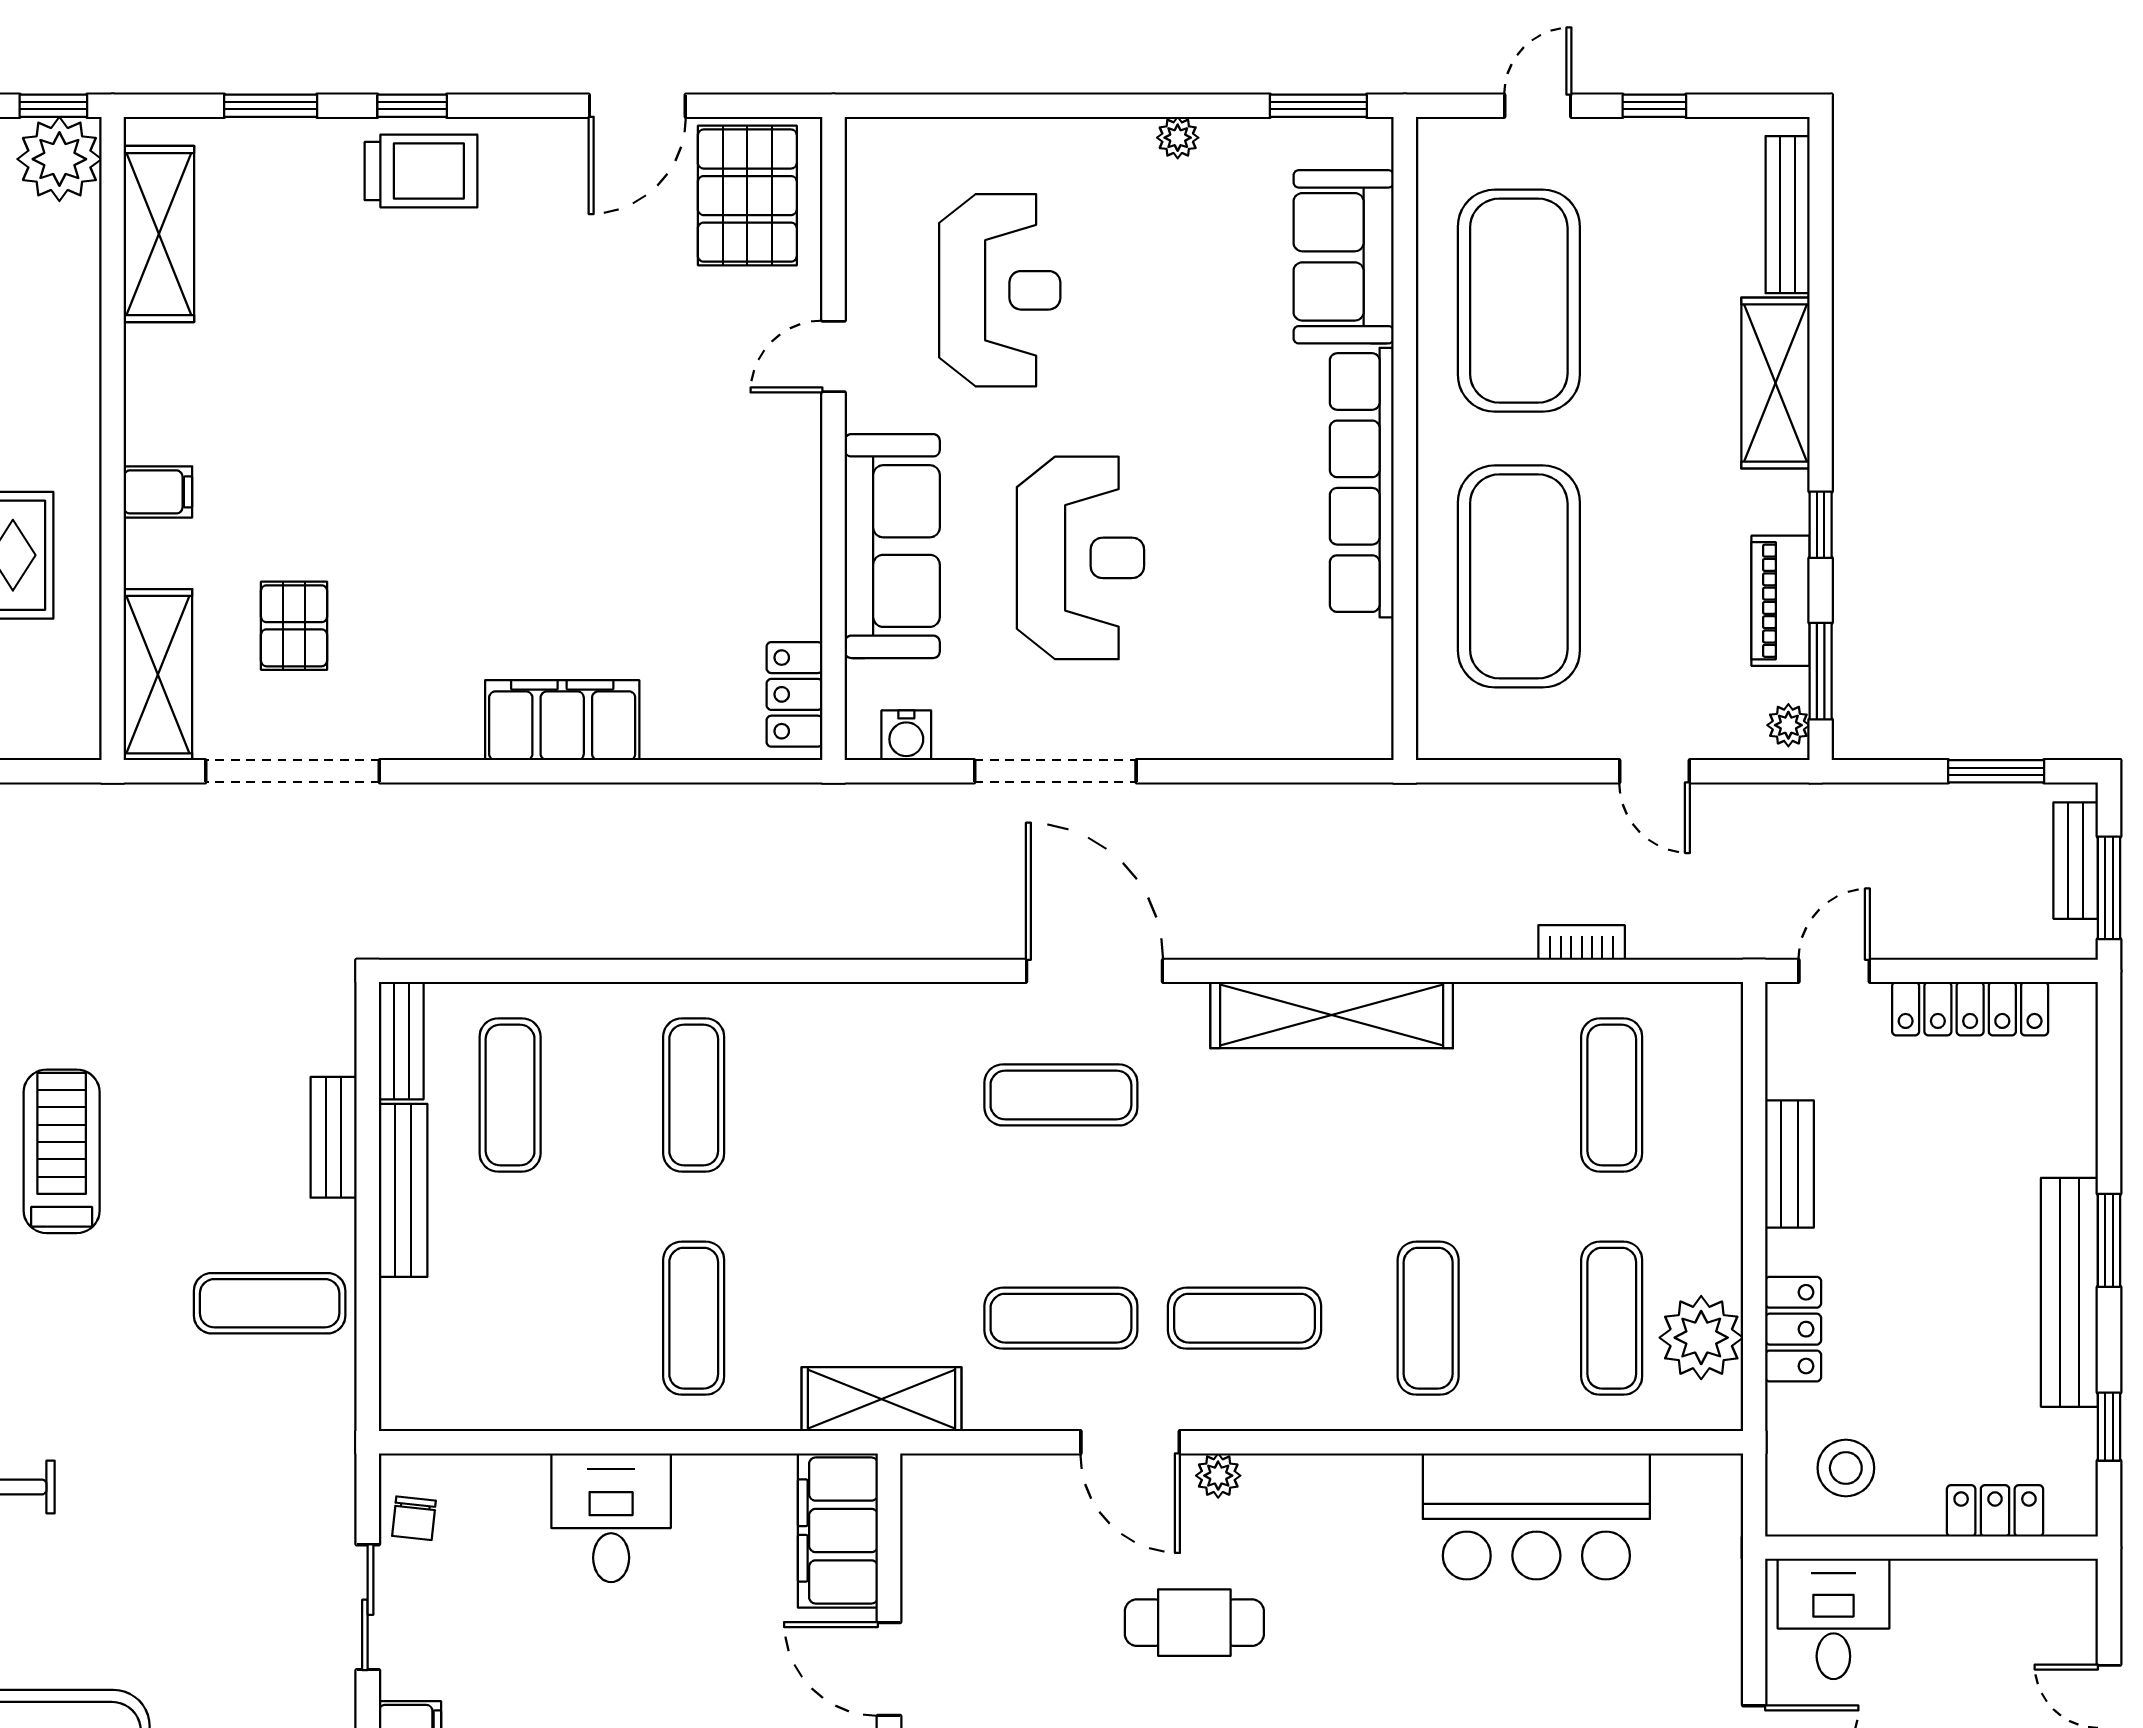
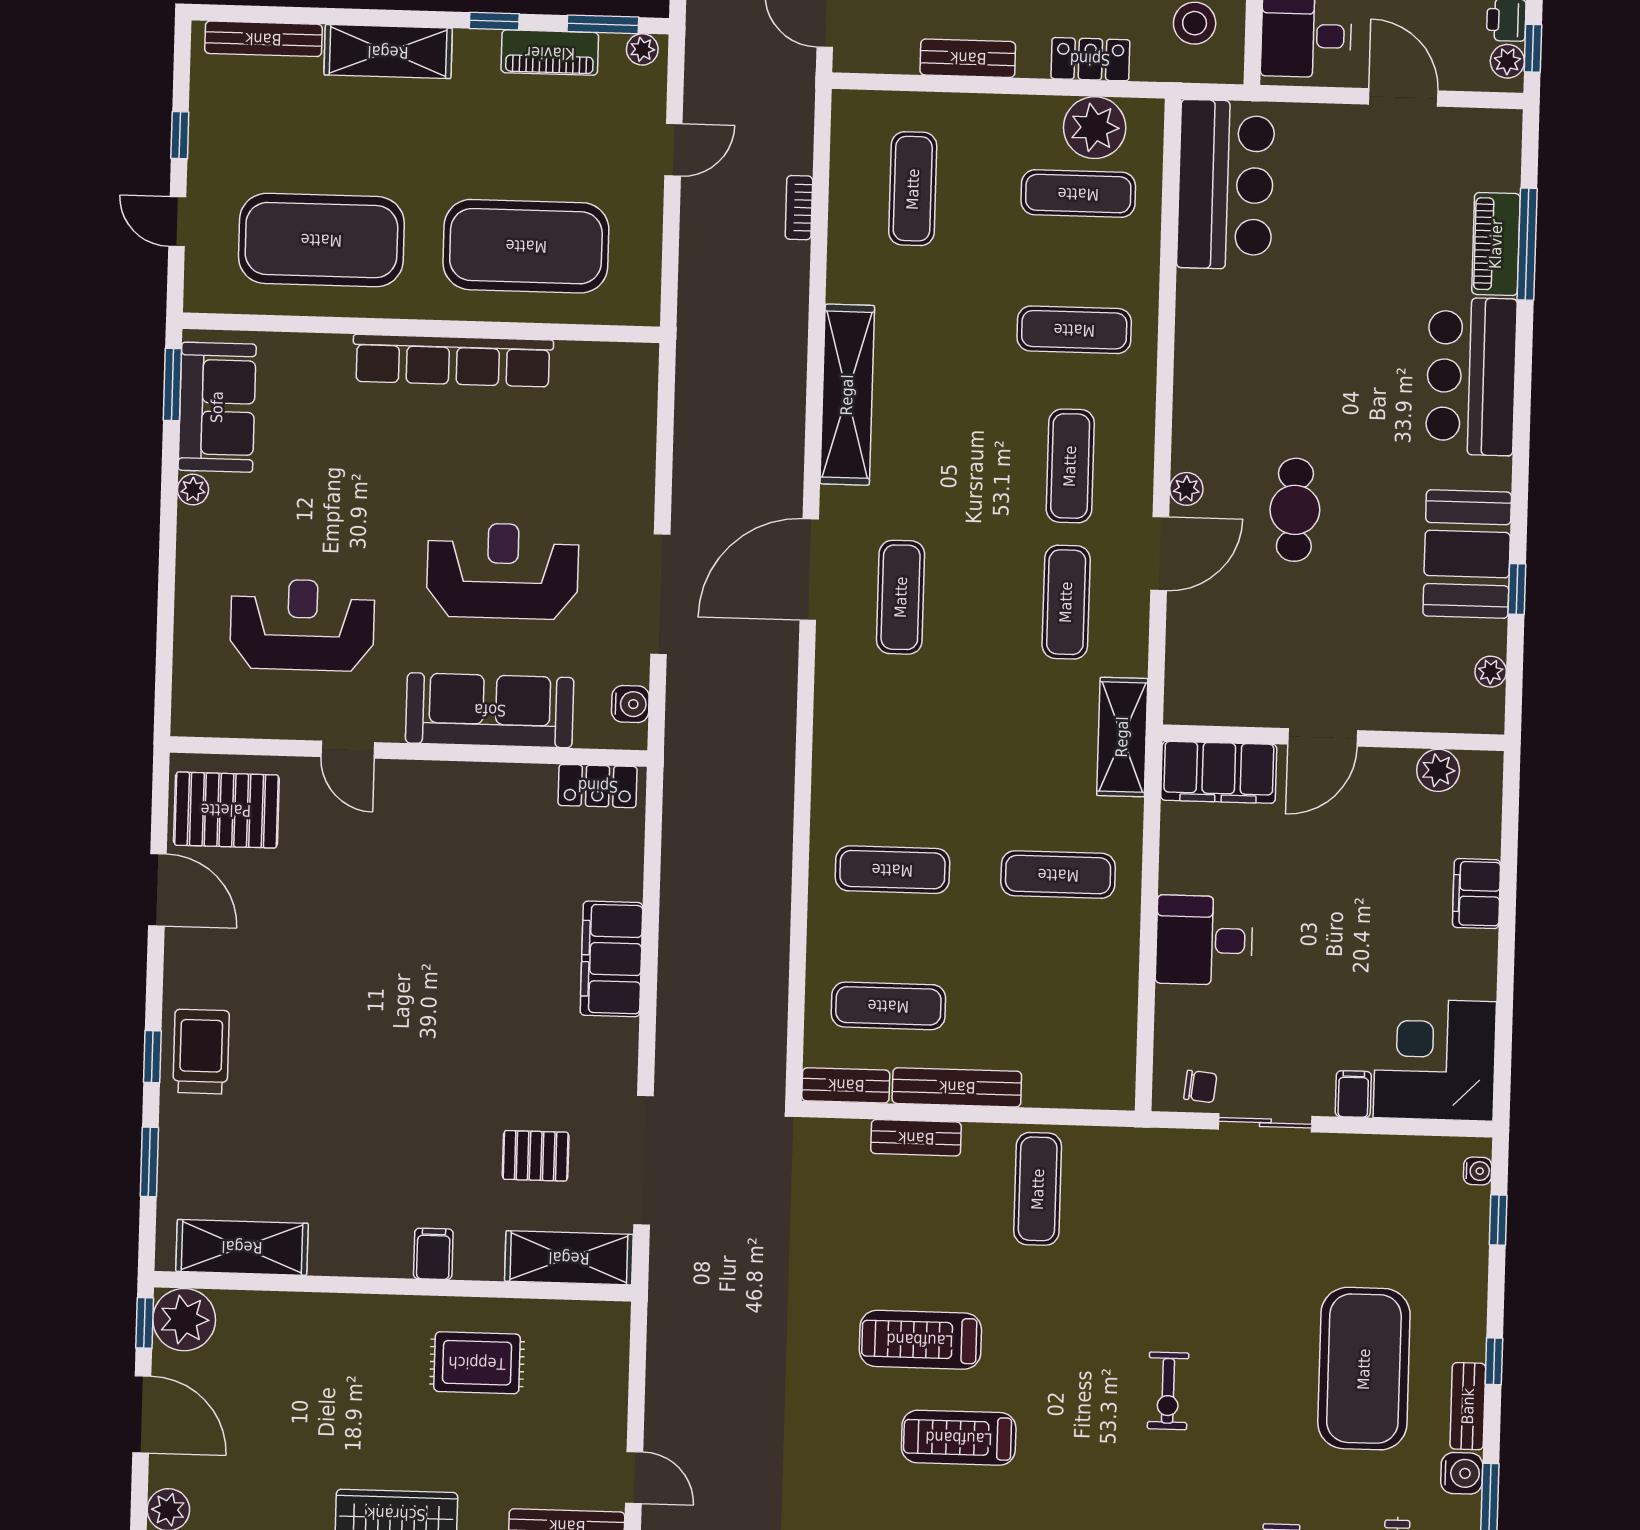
sofa: (1344, 257) -> (217, 407), moved, turned -90
exercise mat: (1612, 1095) -> (913, 189), turned 90
bar counter: (1536, 1516) -> (1226, 185), moved

